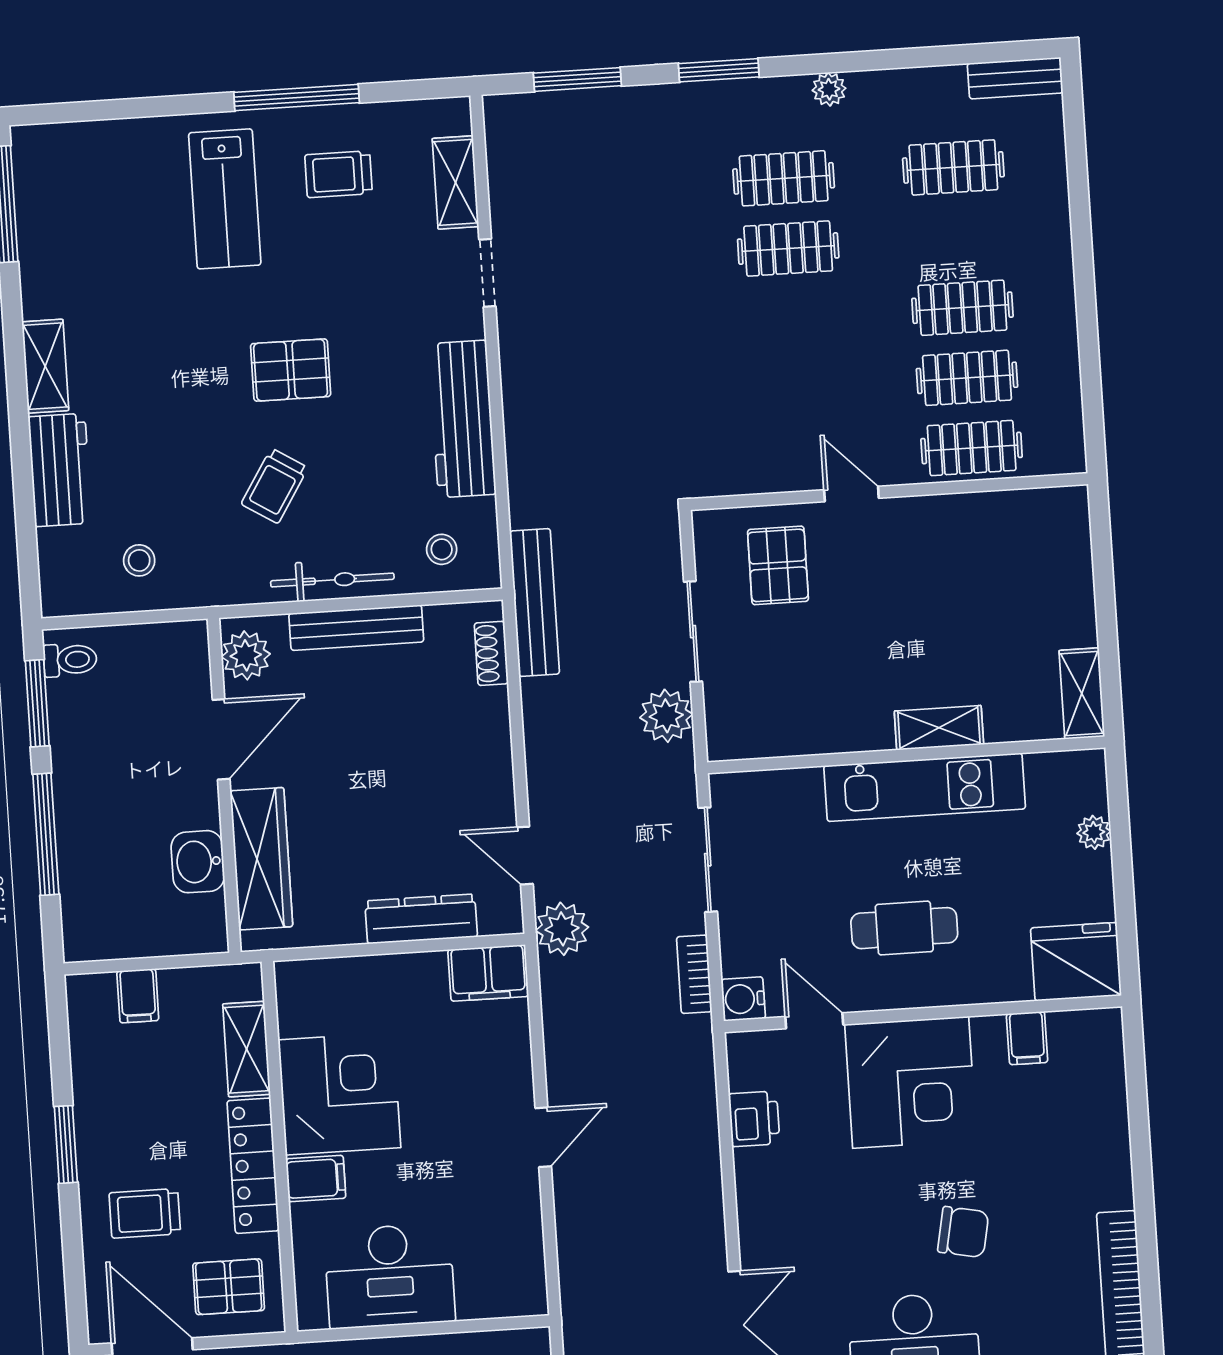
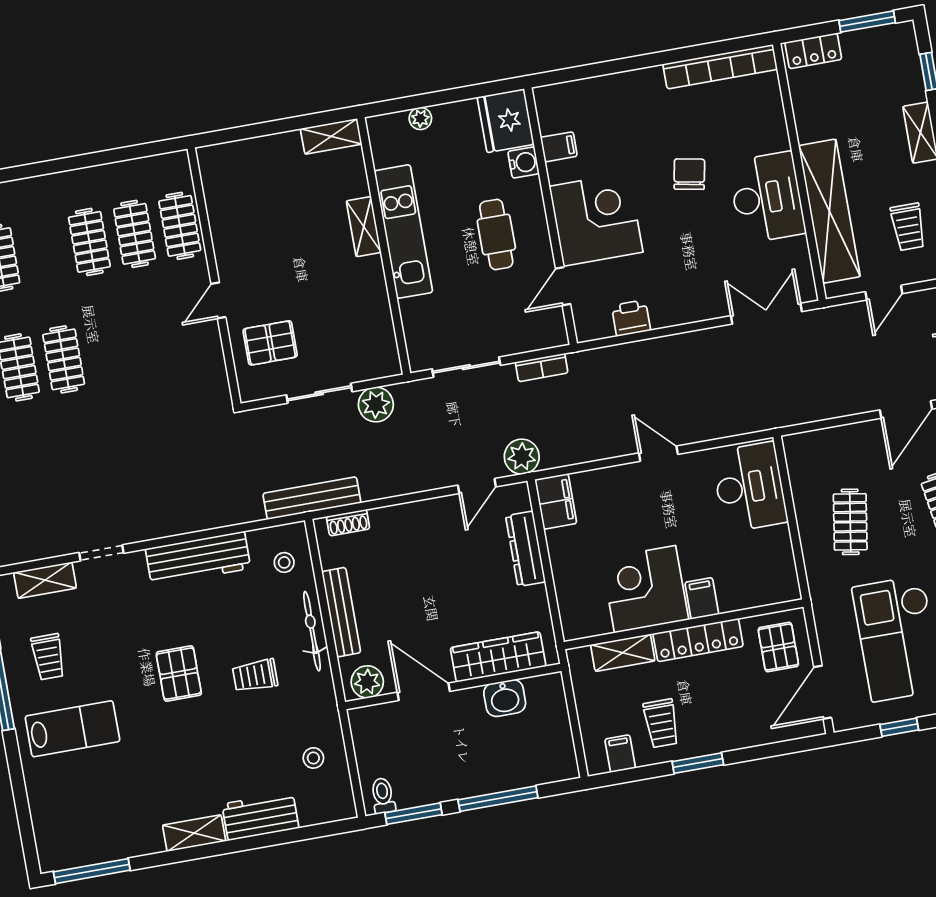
trolley: (275, 486) -> (255, 676), turned 148
filing cabinet: (138, 996) -> (620, 754), moved, turned -90
water cooler: (743, 999) -> (524, 163), moved, turned -90
trolley: (145, 1213) -> (661, 723), moved
desk: (390, 1276) -> (750, 487), moved

